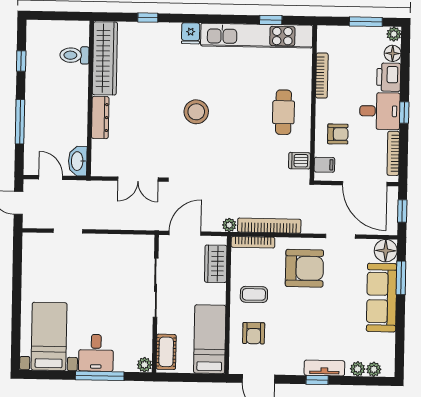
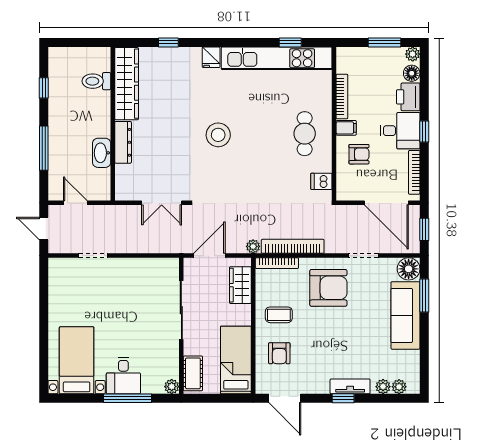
washbasin: (78, 161) -> (102, 153), moved
filing cabinet: (324, 165) -> (346, 128), moved

